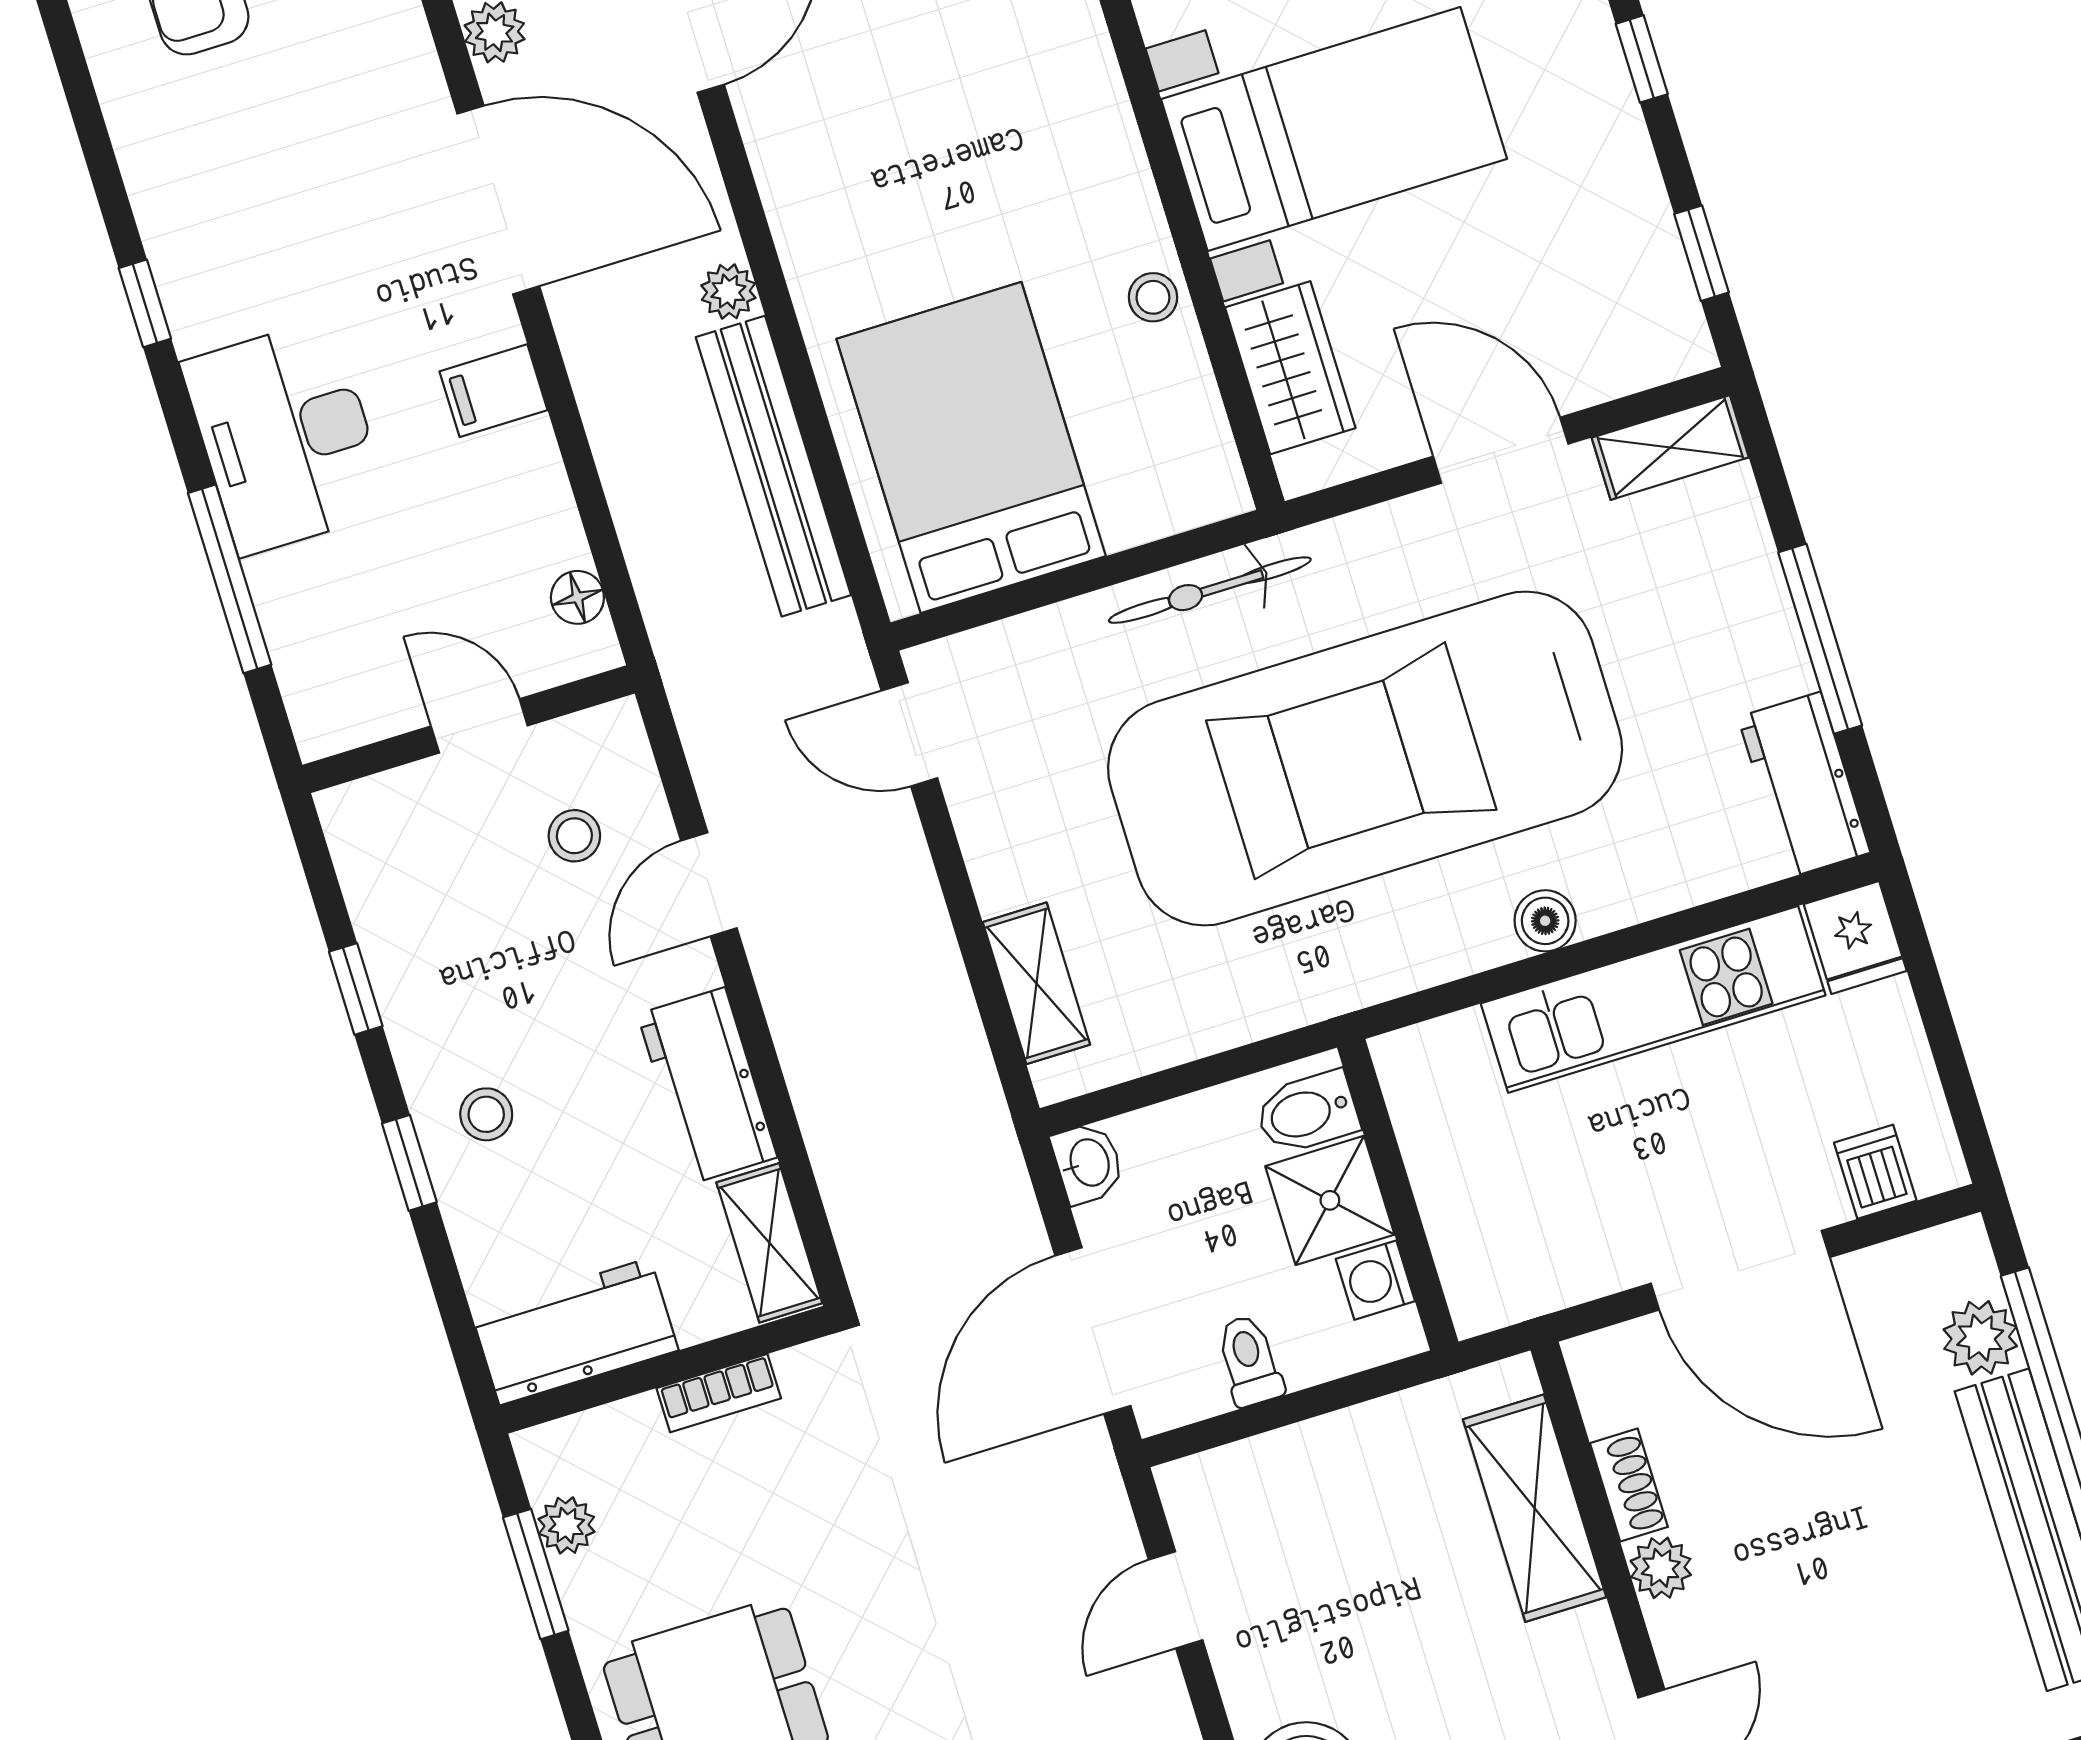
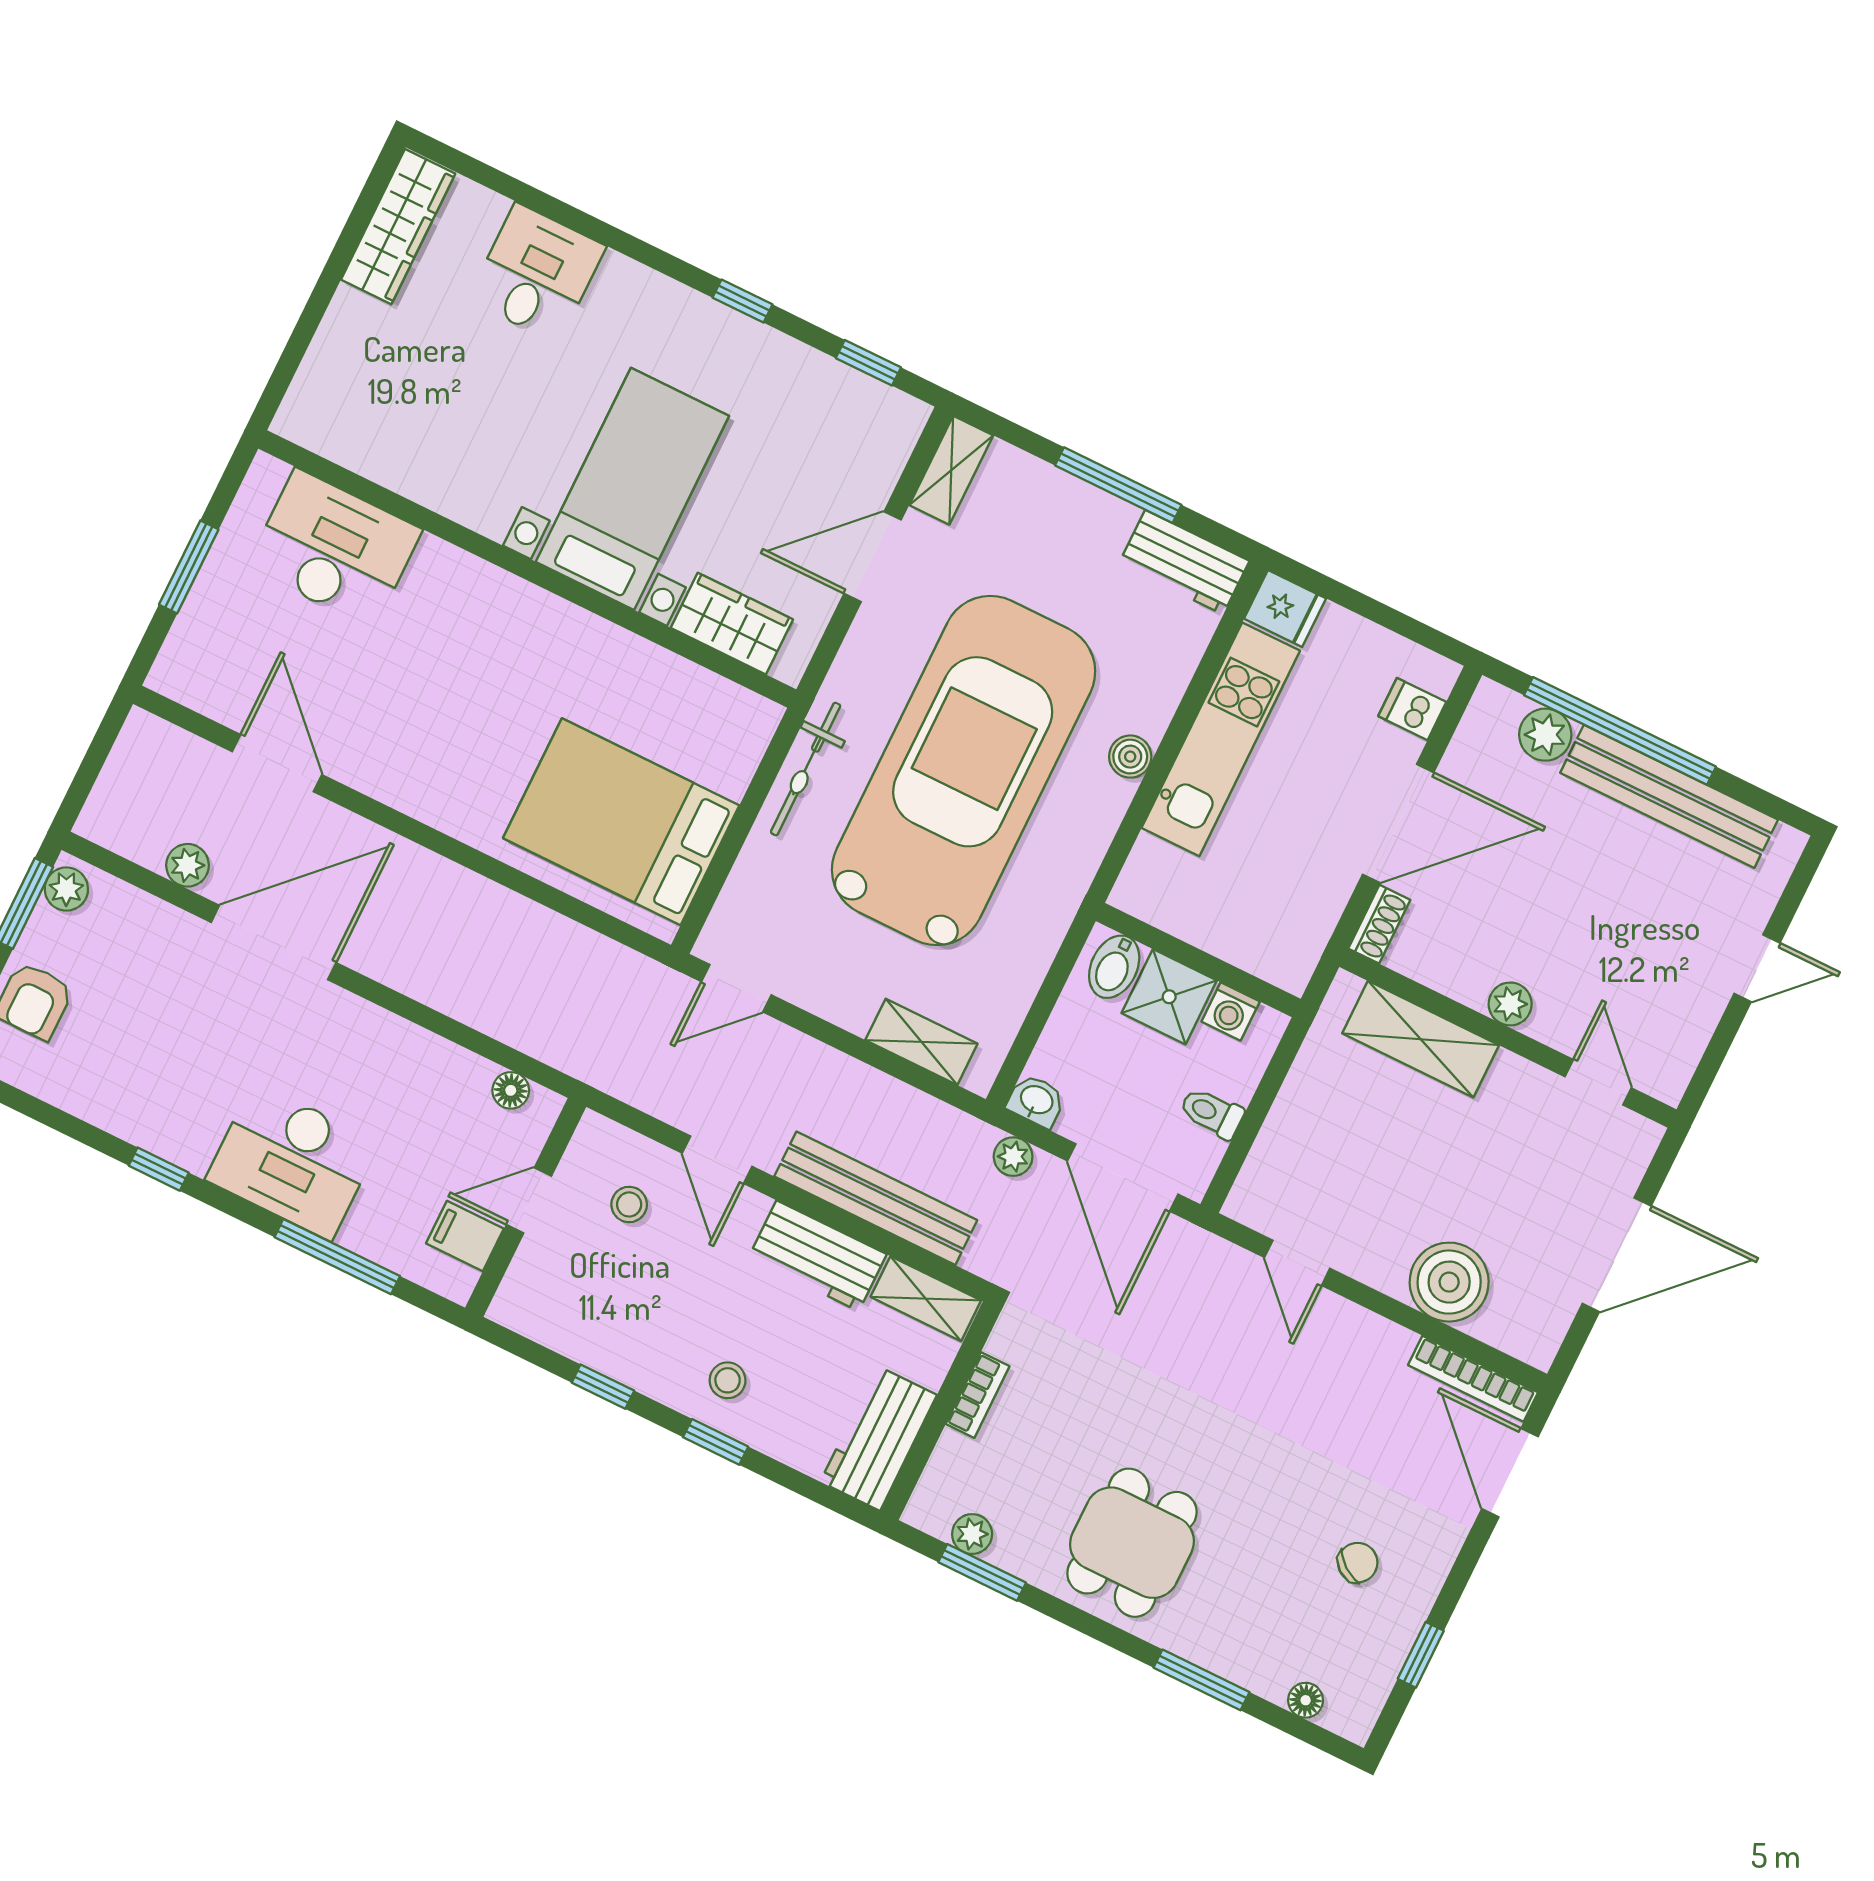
plant: (728, 292) -> (1013, 1157), moved
stool: (1153, 297) -> (632, 659), removed
filing cabinet: (494, 391) -> (465, 1236), moved, turned 90
bench: (773, 466) -> (876, 1198), moved
car: (1365, 758) -> (964, 770), turned 180
shoe rack: (1629, 1485) -> (1379, 924), moved, turned 90

